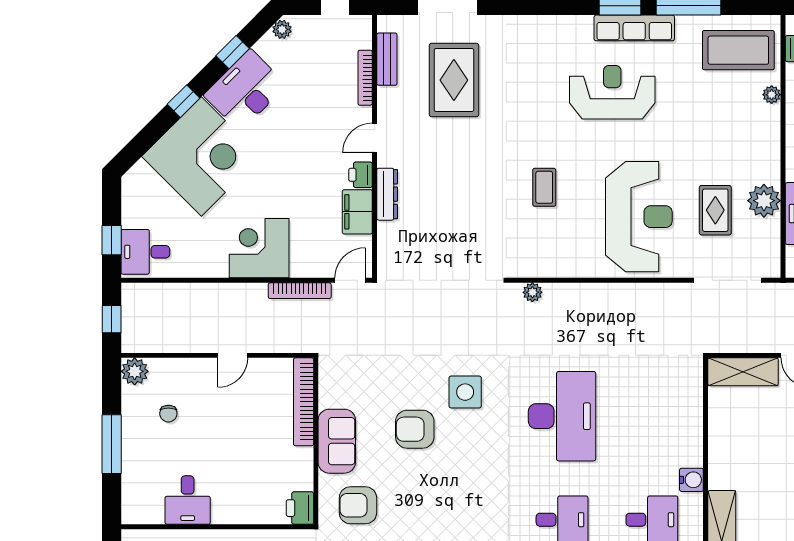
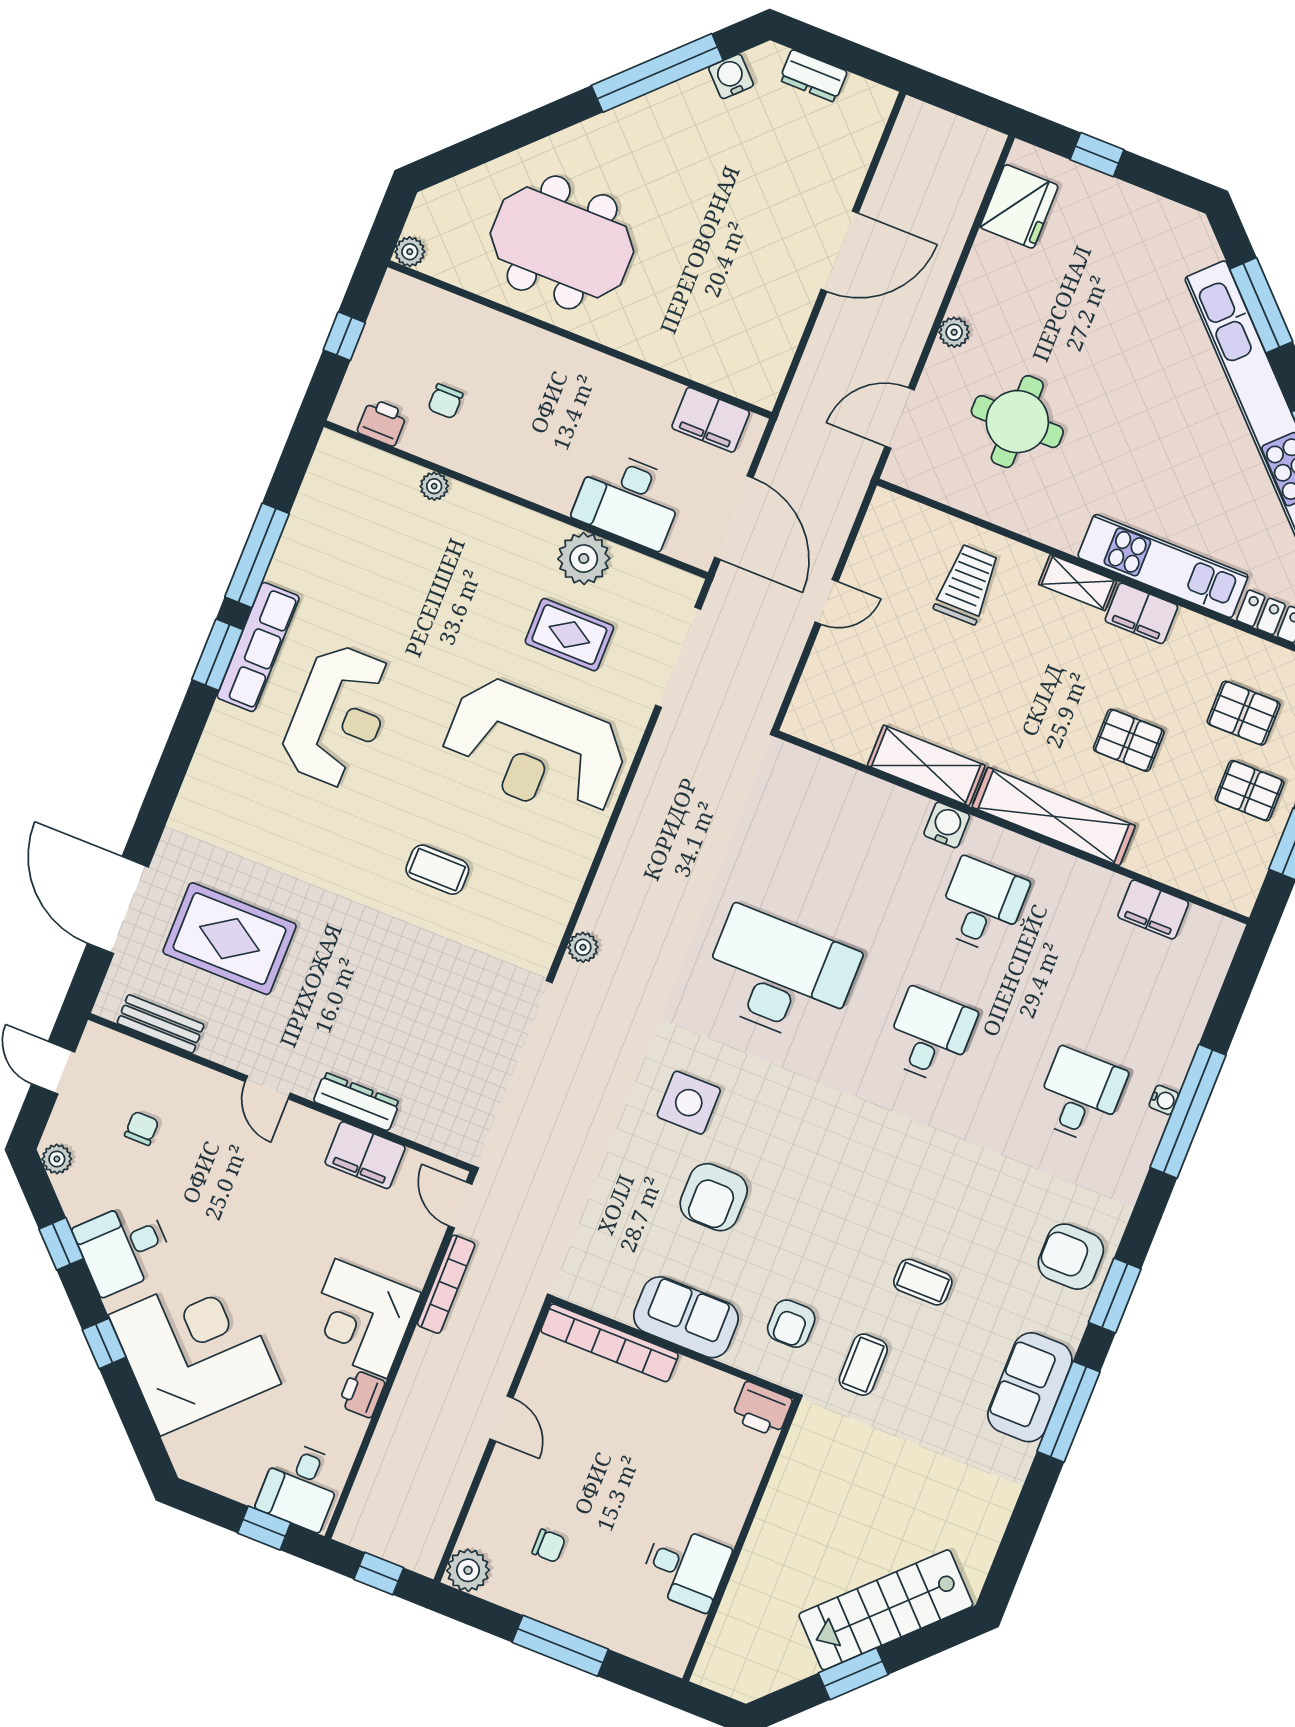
coffee table: (738, 50) -> (350, 509), removed
chair: (320, 73) -> (142, 1128), added
bookcase: (365, 78) -> (175, 1066), removed
desk: (245, 90) -> (124, 1248), width x0.73
reception desk: (612, 92) -> (339, 716), turned 180
printer: (361, 175) -> (362, 1394), moved, turned 90
reception desk: (639, 217) -> (535, 749), turned 180
shelving: (743, 372) -> (926, 765), moved, turned 90
armchair: (358, 505) -> (791, 1324), width x0.72, depth x0.72

